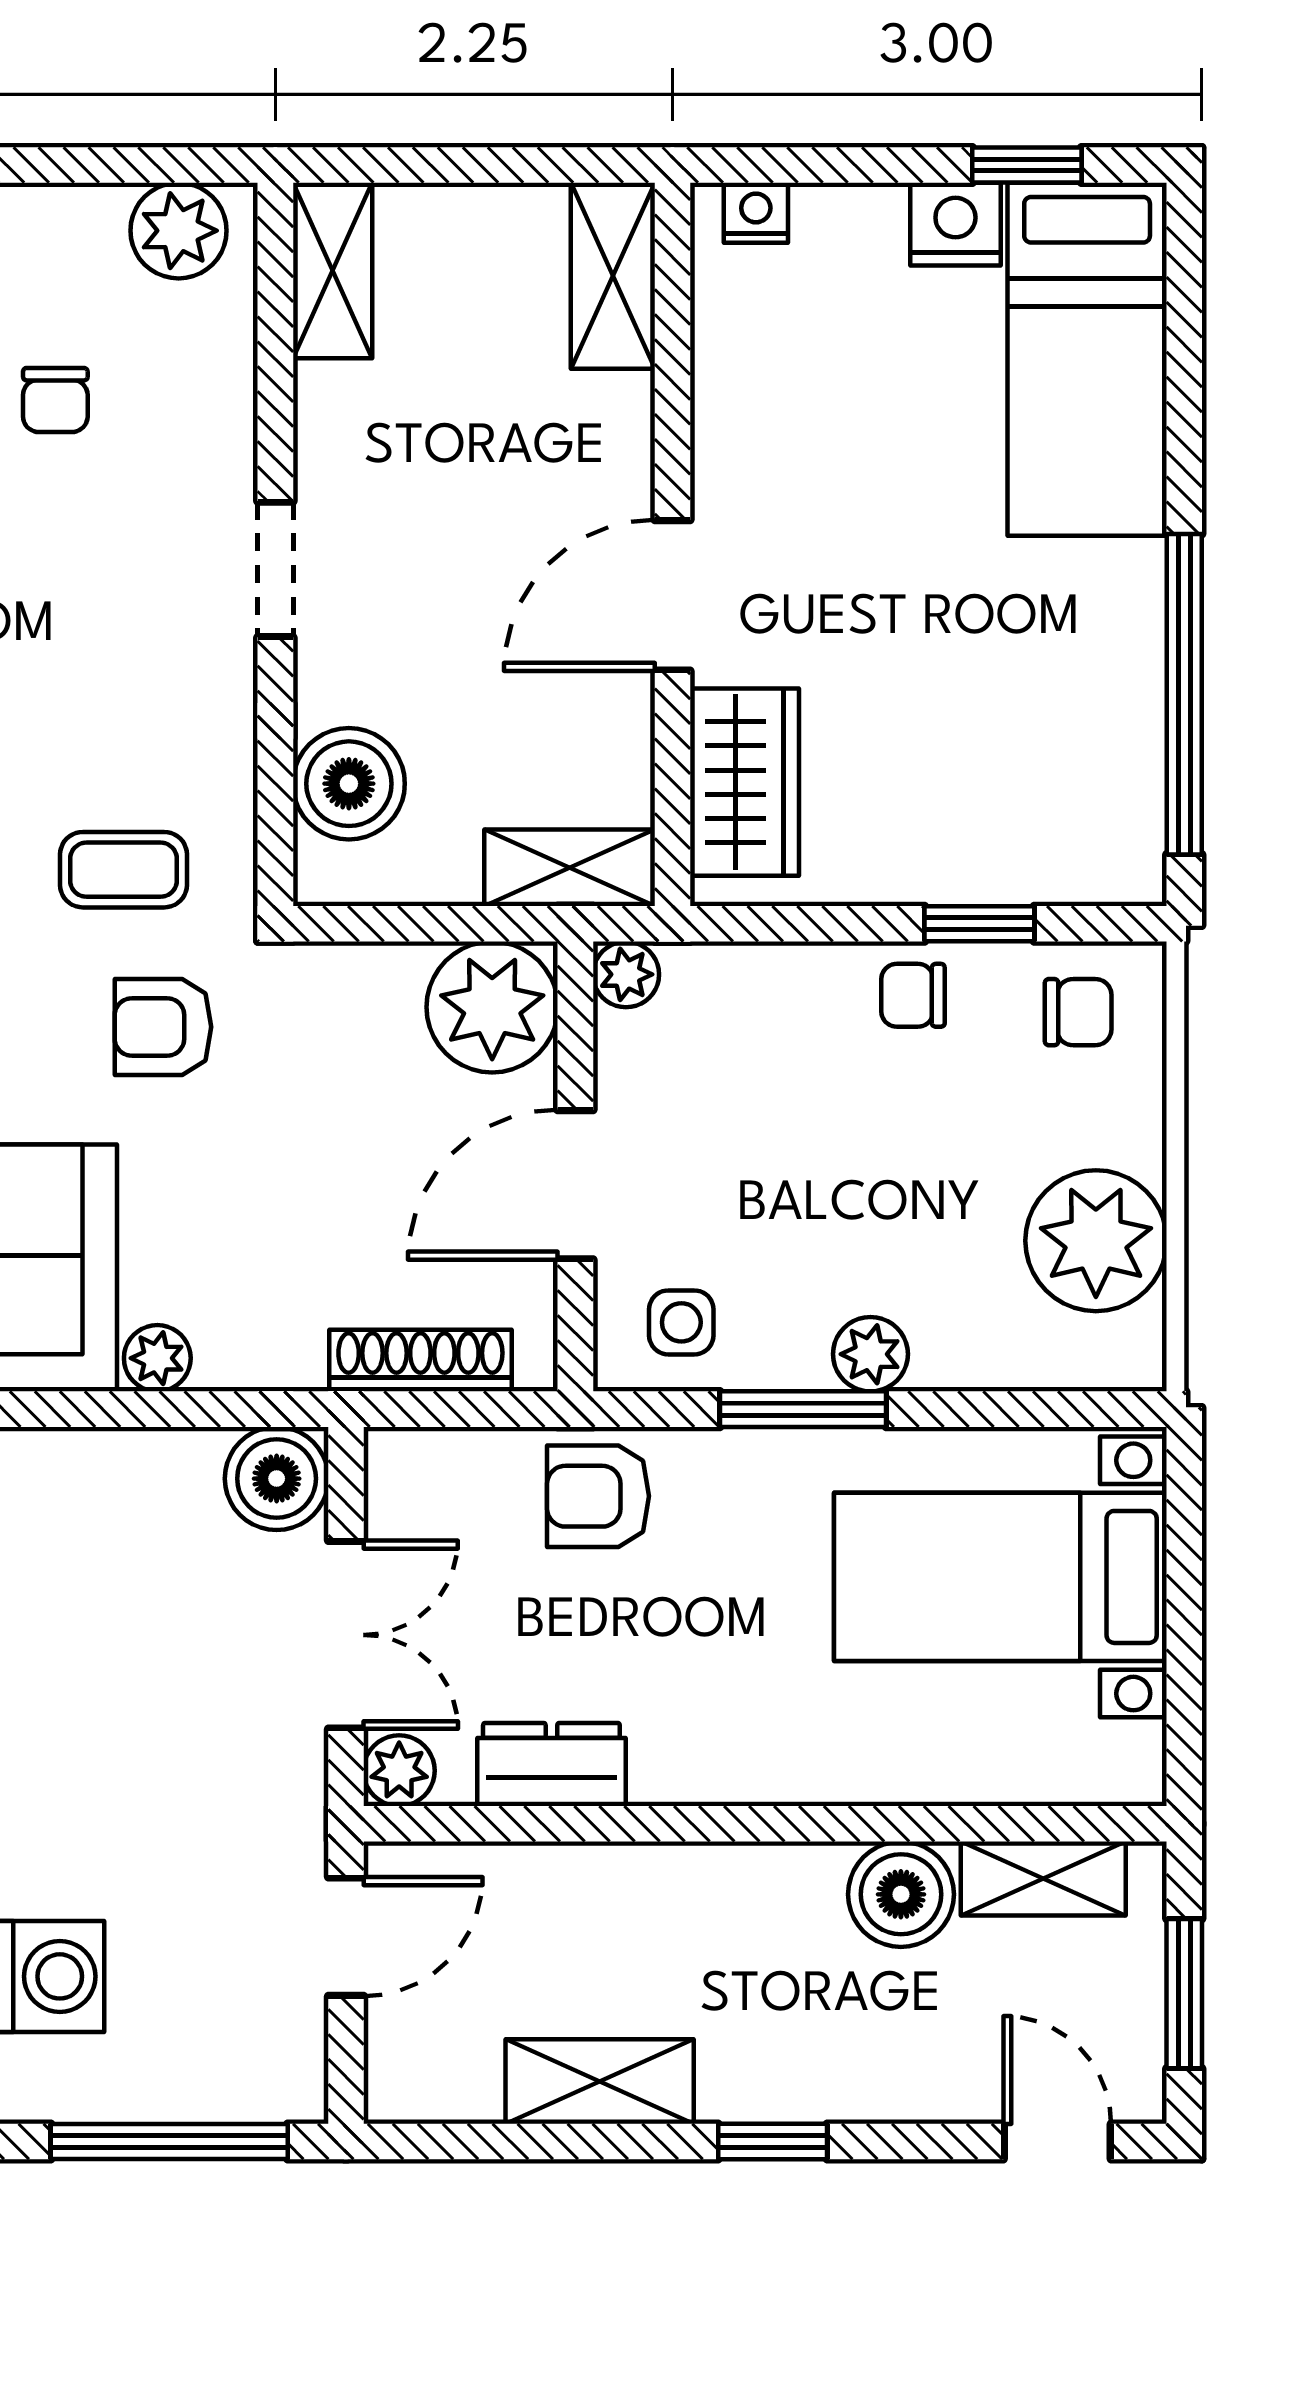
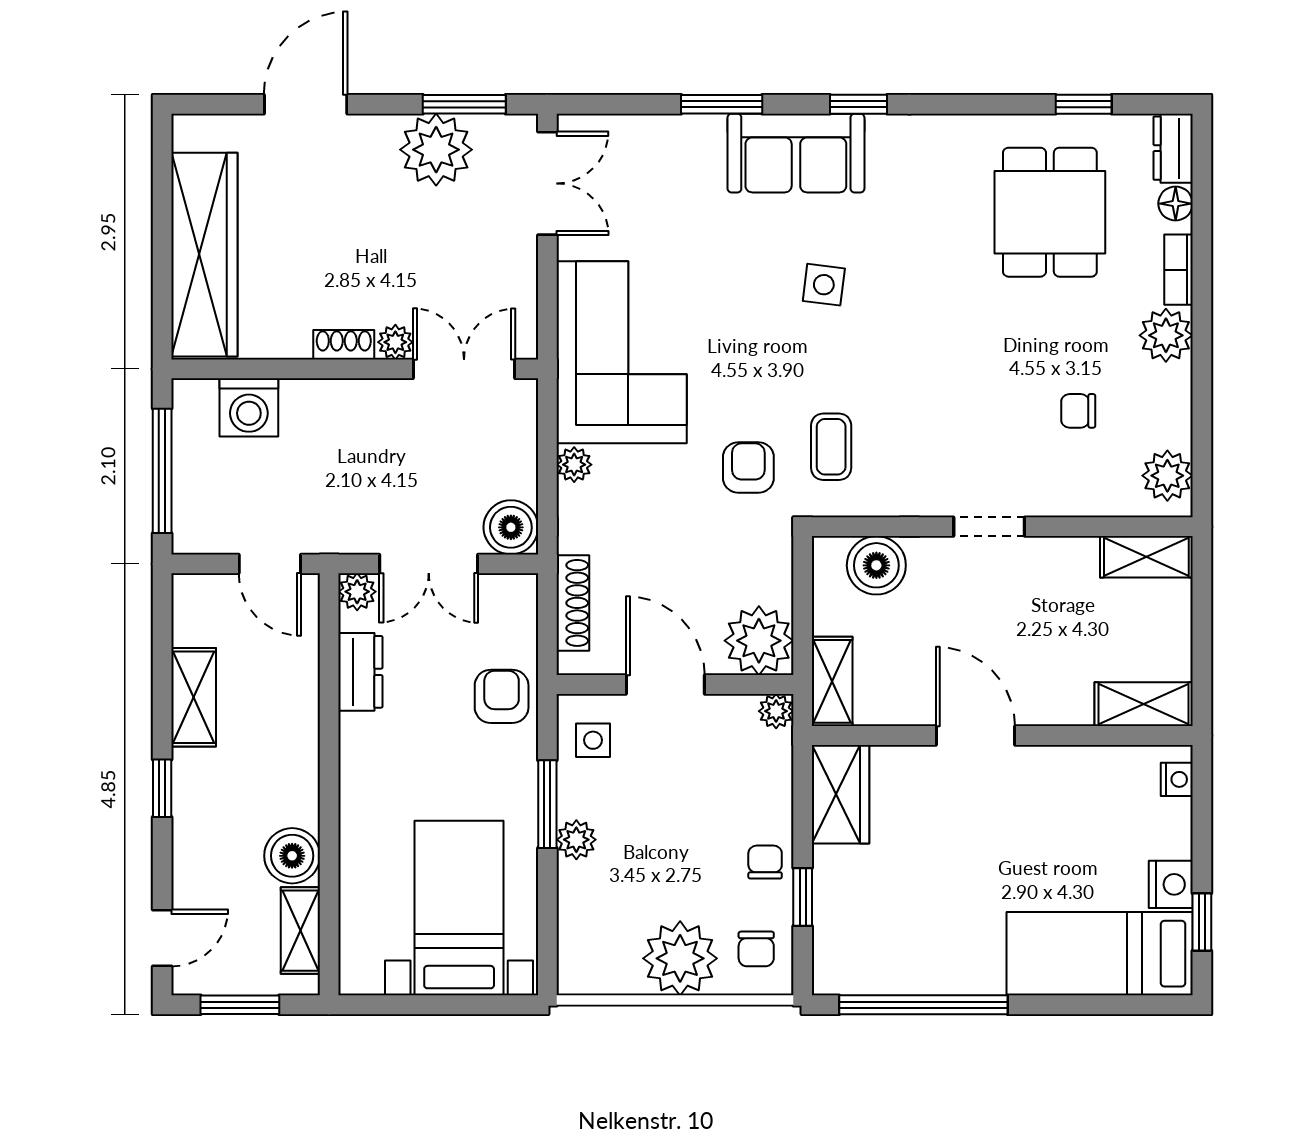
wardrobe: (745, 782) -> (841, 794), moved, turned -90
plant: (1096, 1241) -> (680, 958), moved

